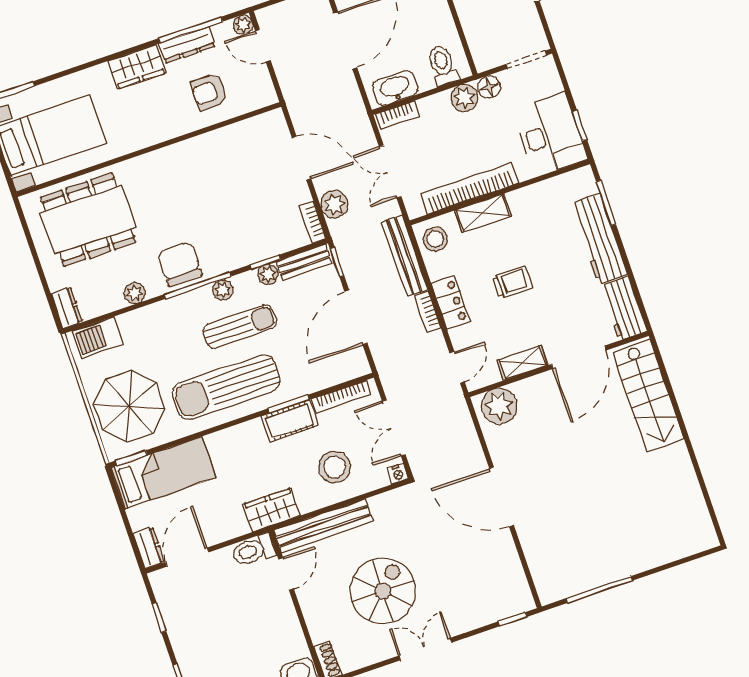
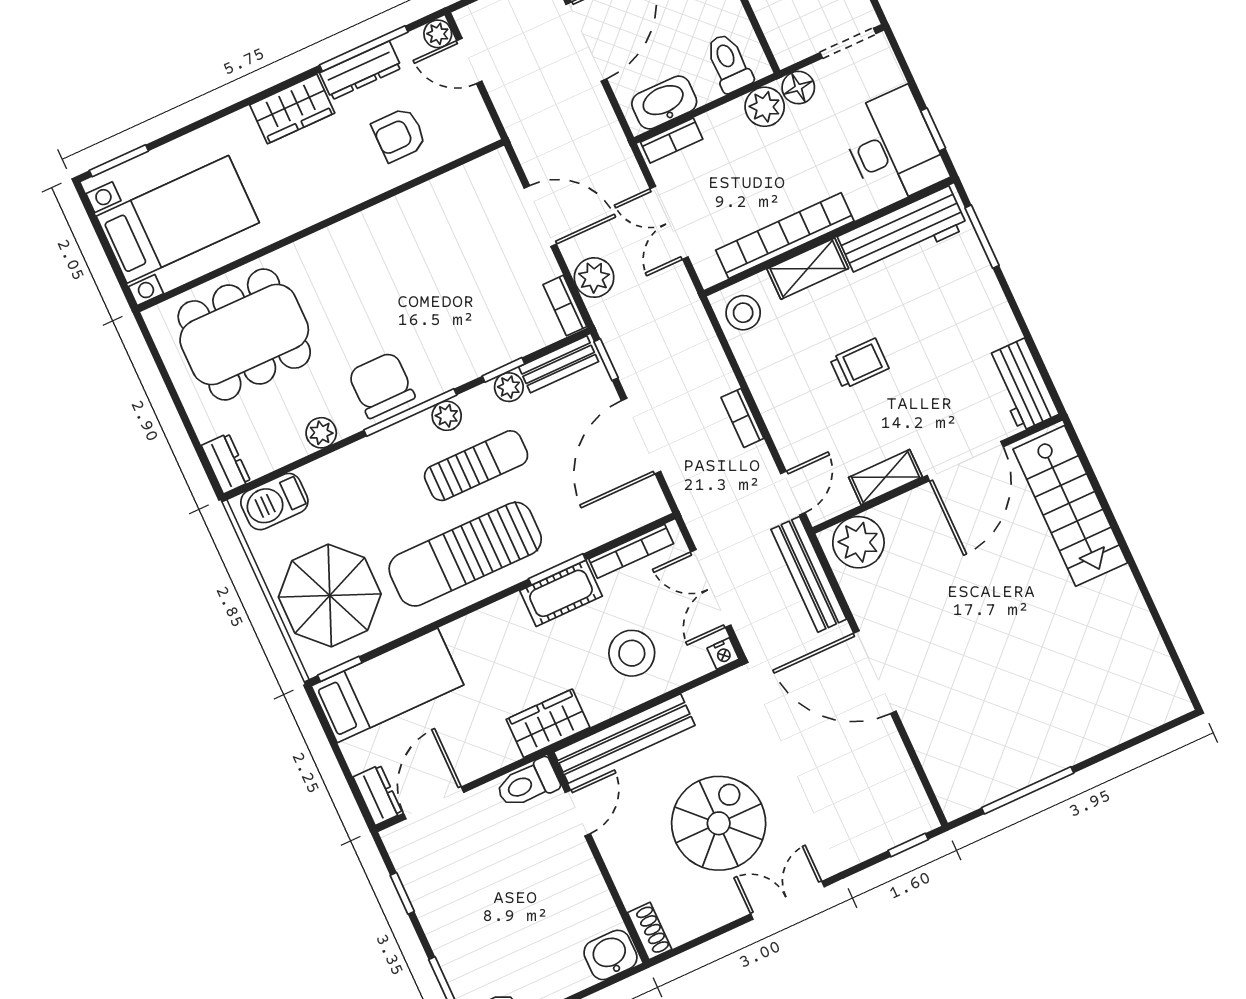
workbench: (599, 239) -> (903, 232), moved, turned -90
bench: (405, 256) -> (809, 574), moved
locker: (451, 303) -> (774, 401), removed

